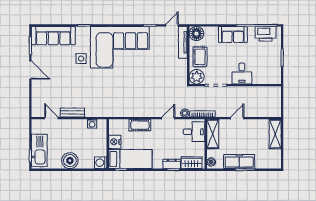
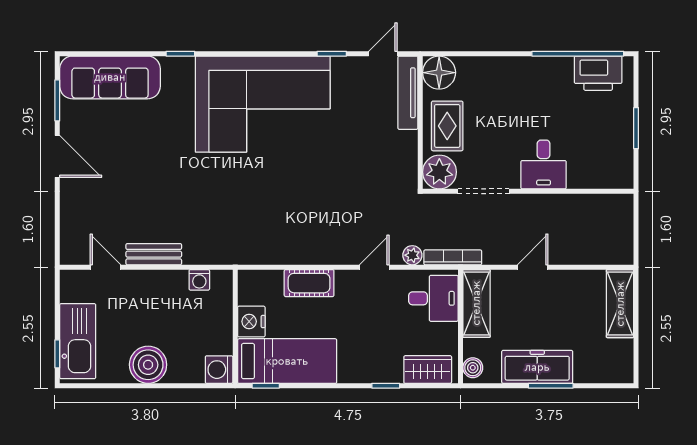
sofa: (233, 35) -> (523, 75), removed
side table: (81, 59) -> (174, 130), removed
dresser: (172, 164) -> (382, 372), removed

